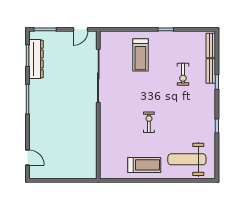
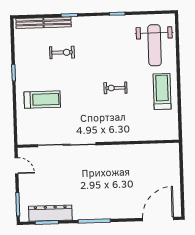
door: (28, 158) -> (158, 219), width x1.88

